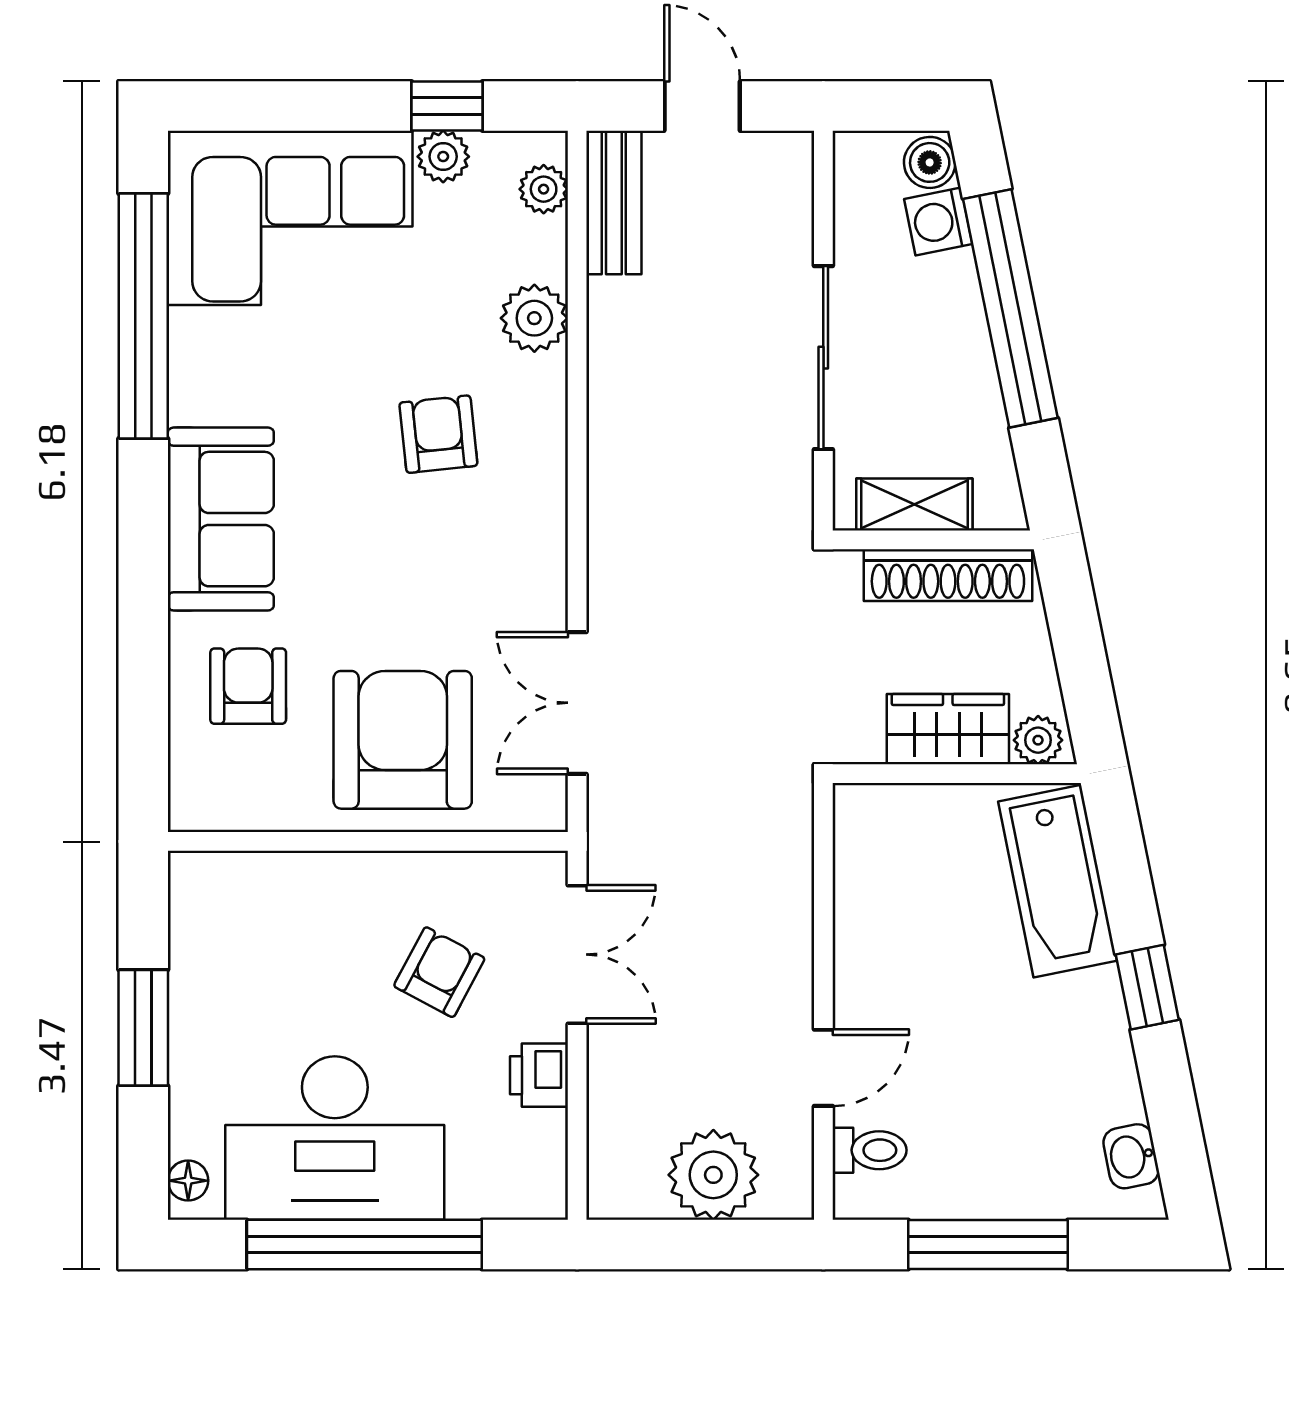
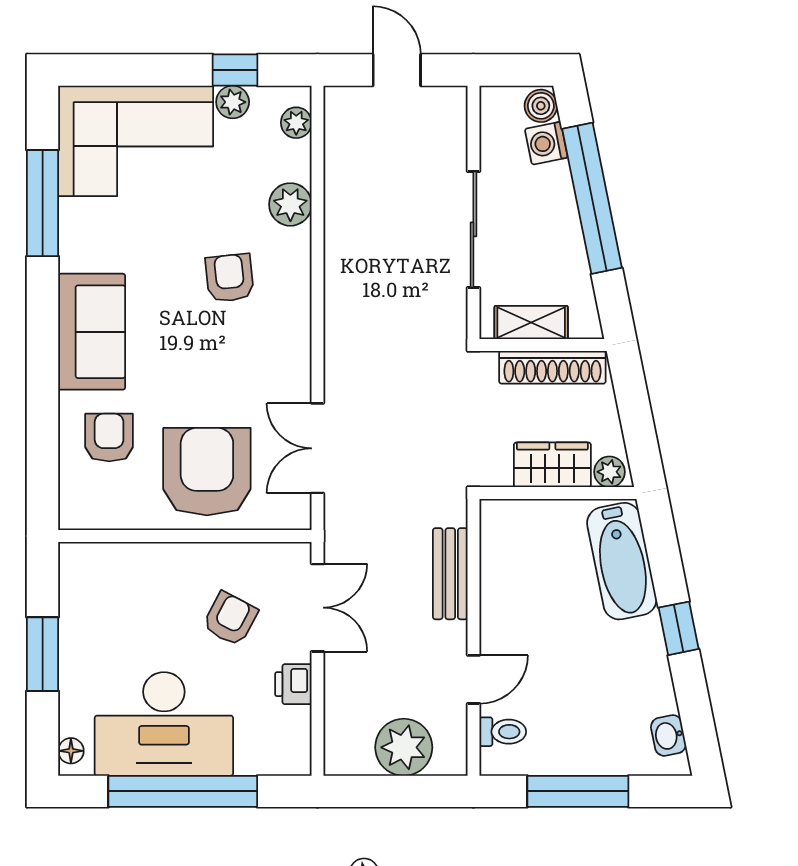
bench: (614, 202) -> (450, 574), moved
window: (143, 316) -> (43, 203), width x0.68

